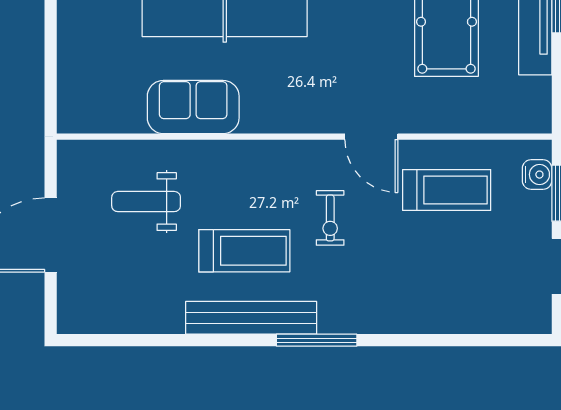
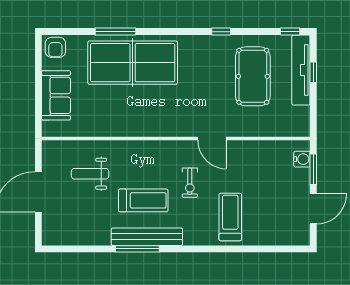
sofa: (193, 107) -> (56, 95), moved, turned 90
treadmill: (447, 190) -> (230, 217), moved, turned -90
window: (317, 340) -> (137, 249), moved

